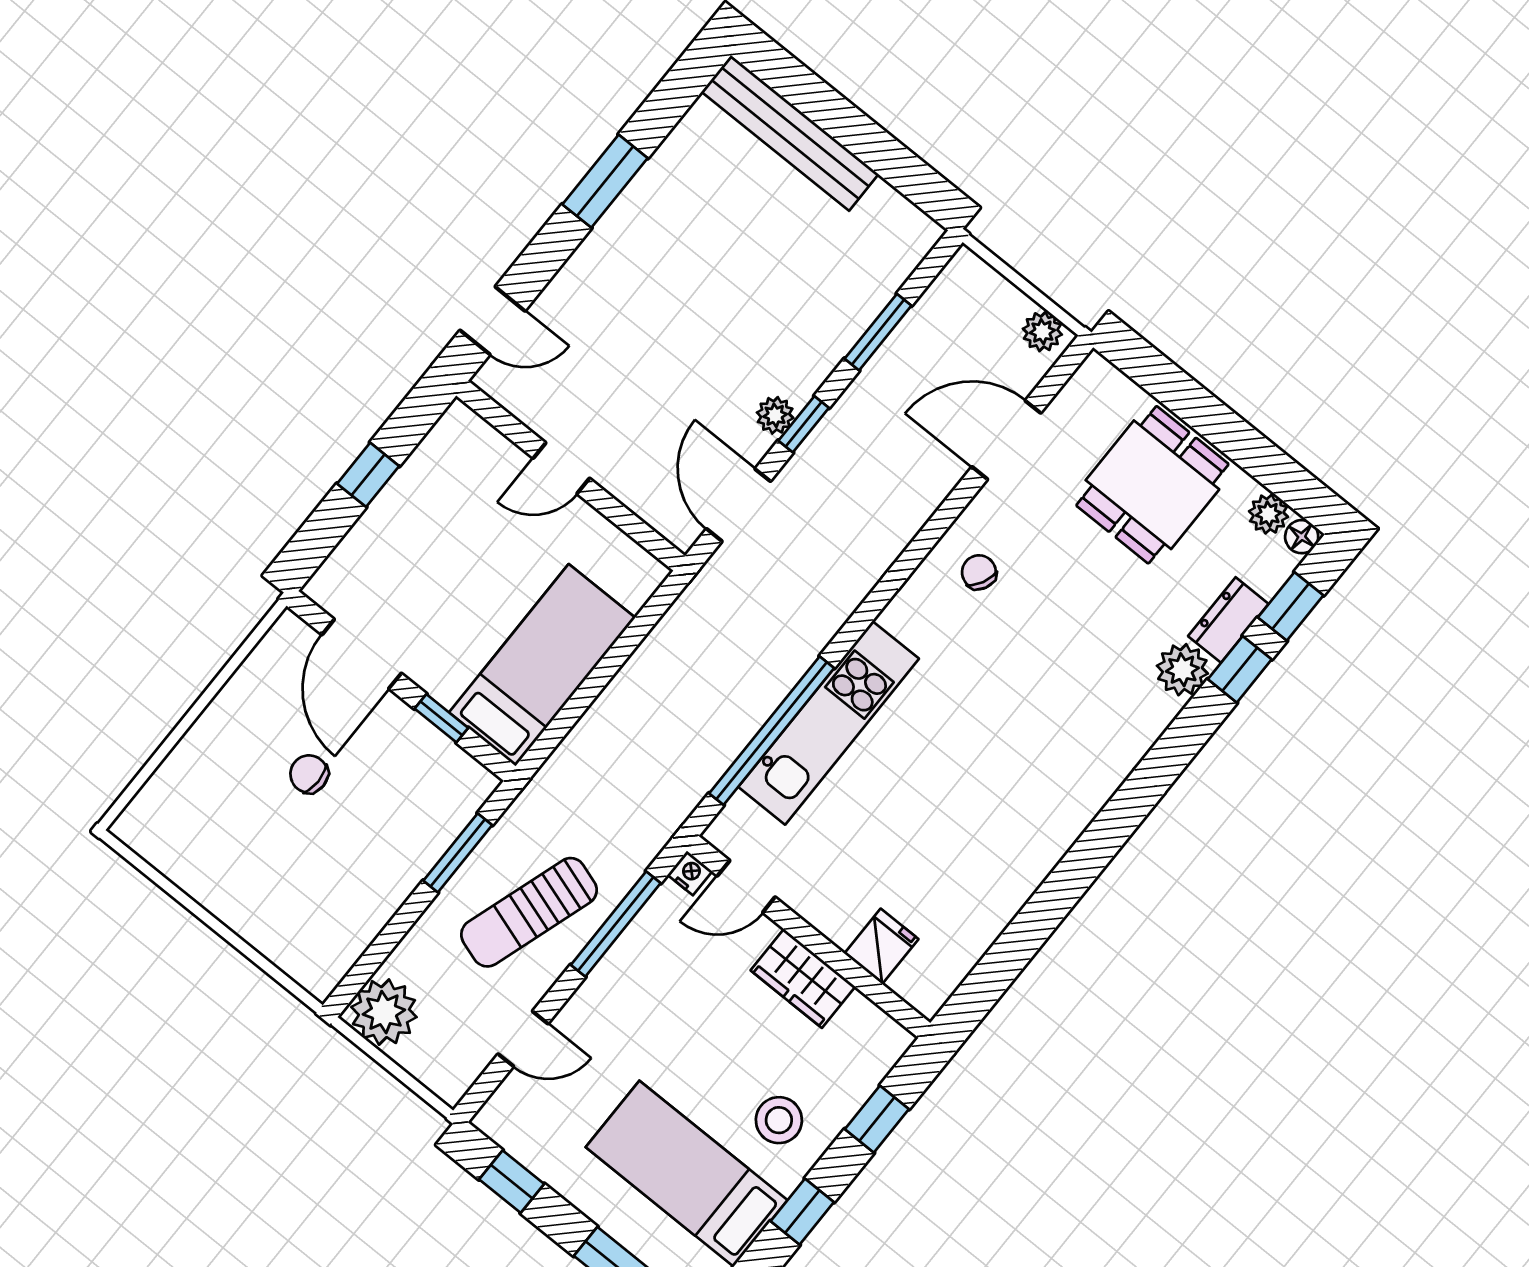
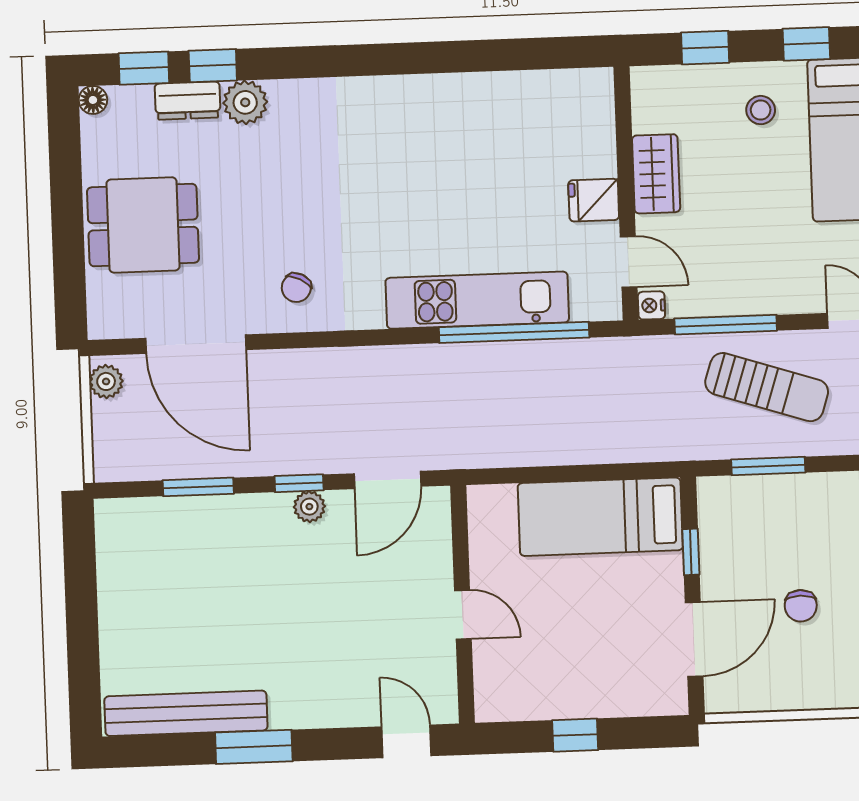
bench: (790, 133) -> (186, 713), moved, turned 90
door: (1006, 440) -> (196, 344), width x1.36
plant: (1268, 514) -> (97, 134), removed
fridge: (881, 946) -> (594, 200), moved
stool: (779, 1120) -> (761, 110), width x0.73, depth x0.73

